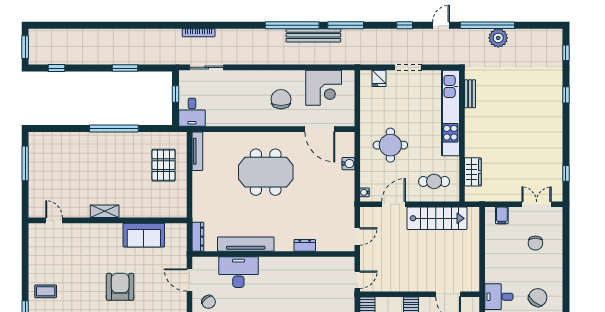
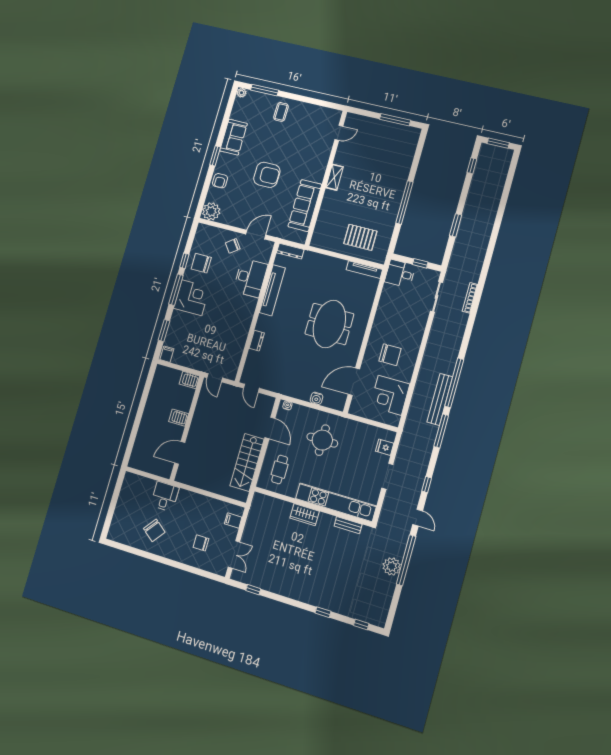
wardrobe: (473, 172) -> (305, 515), moved
sofa: (144, 235) -> (305, 205), width x1.36

